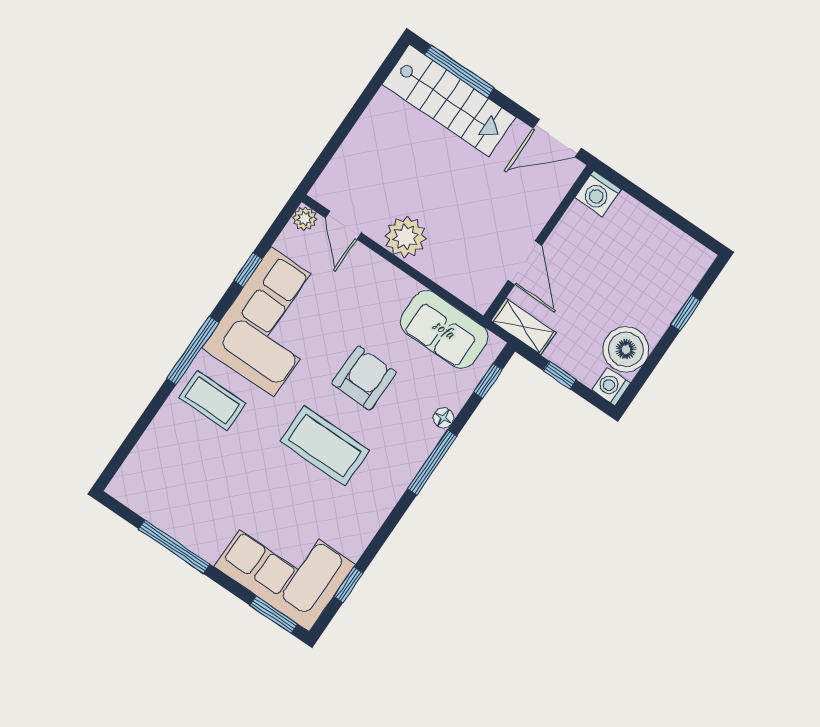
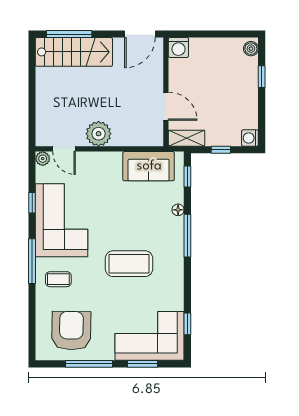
boiler: (626, 349) -> (251, 49), moved, width x0.54, depth x0.54
armchair: (364, 378) -> (71, 331), moved, width x1.36, depth x1.36
coffee table: (212, 400) -> (58, 279), width x0.73, depth x0.77
window: (274, 615) -> (142, 364), moved

